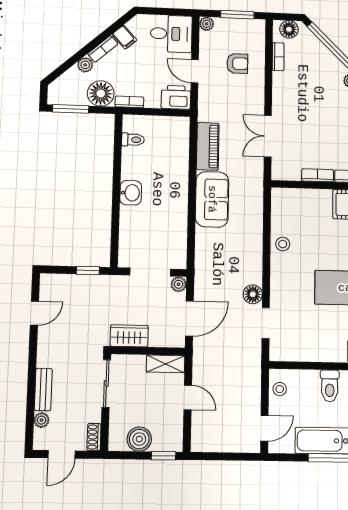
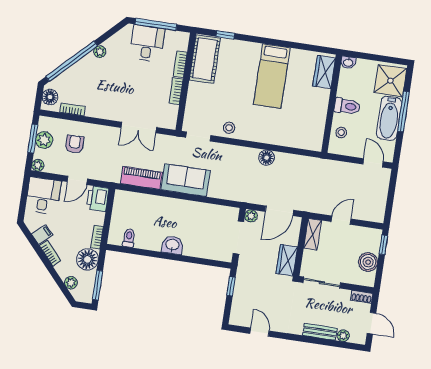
plant: (237, 28) -> (44, 140), added
plant: (85, 65) -> (71, 283), moved
door: (189, 319) -> (279, 211), swing flipped
doorway: (266, 323) -> (198, 136), moved
stool: (280, 389) -> (341, 133), moved

